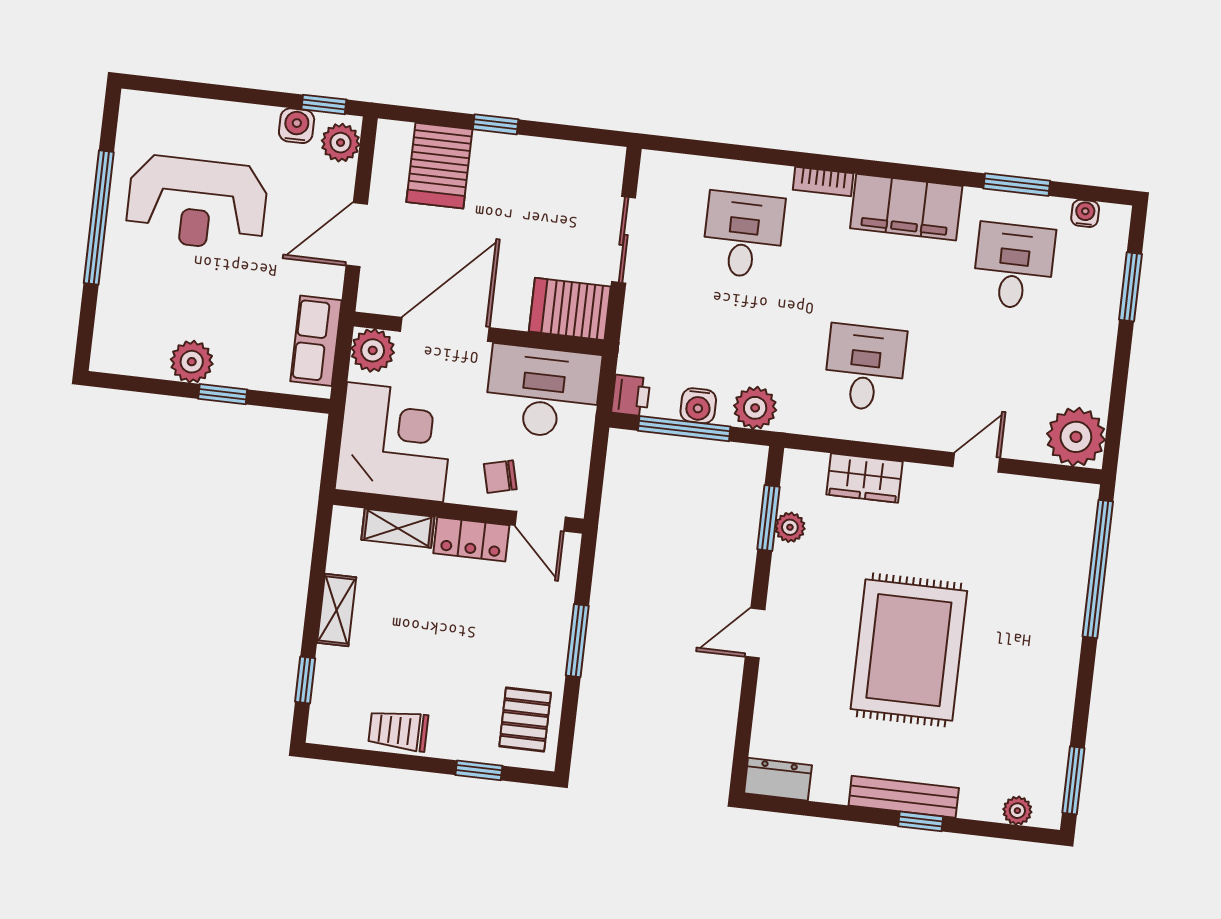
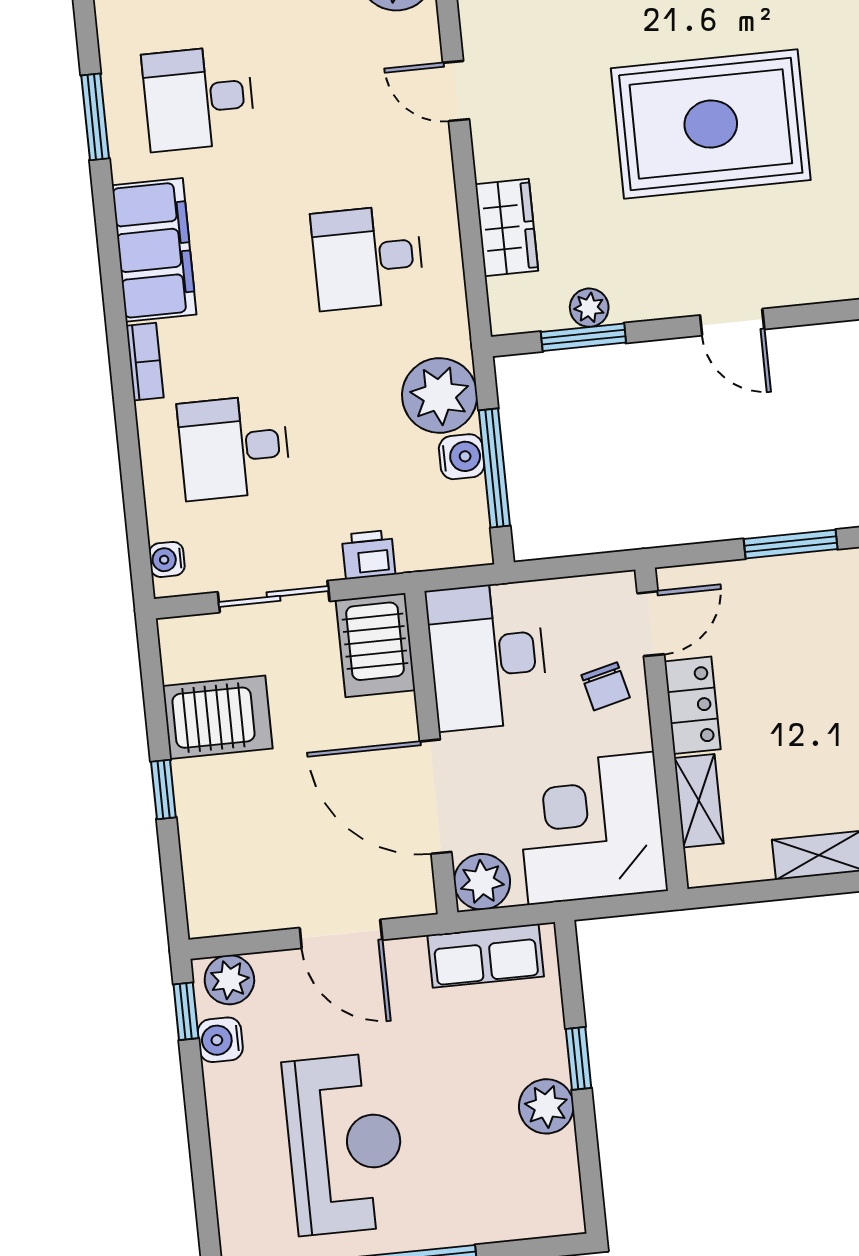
server rack: (439, 166) -> (218, 717), moved
water cooler: (1085, 213) -> (167, 559), moved
printer: (631, 396) -> (368, 555), moved
plant: (755, 408) -> (440, 395), width x1.36, depth x1.36

